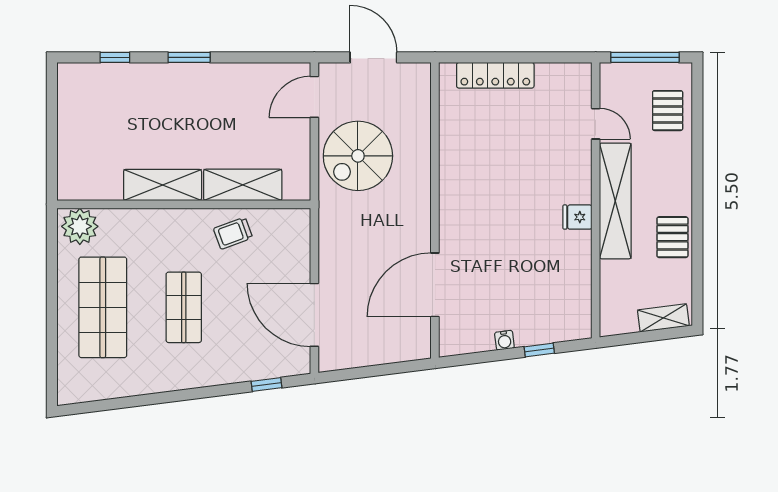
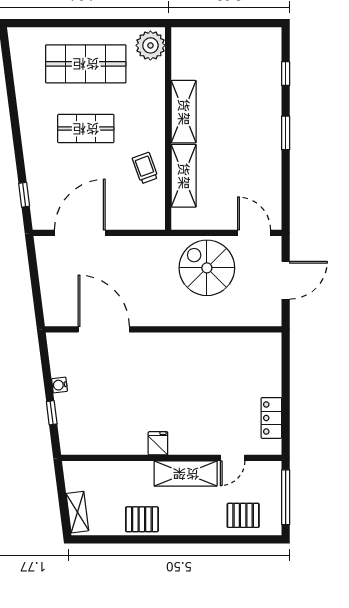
locker: (495, 75) -> (271, 418), moved, width x0.66
shelving: (615, 201) -> (186, 474), width x0.68

